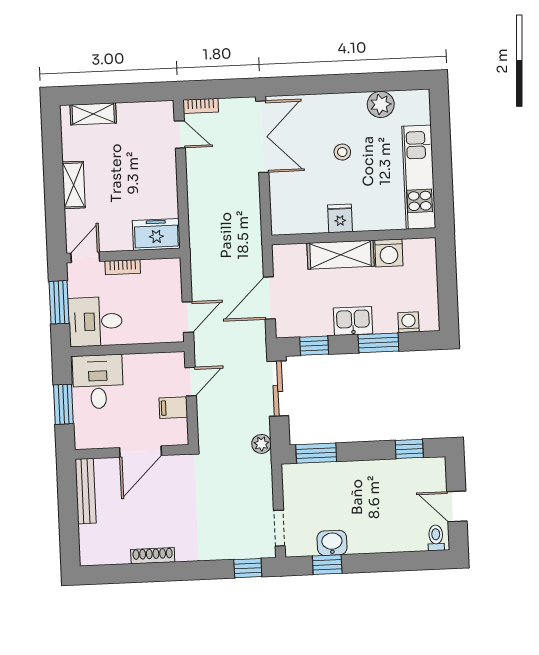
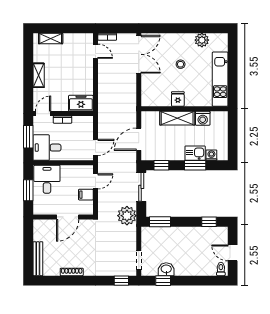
kitchen sink: (353, 321) -> (195, 153), moved
plant: (261, 444) -> (127, 216), width x1.88, depth x1.88
bench: (86, 491) -> (38, 259), moved

